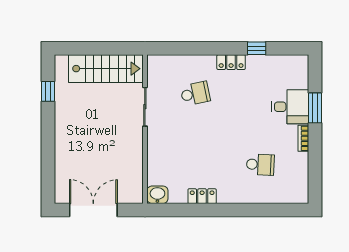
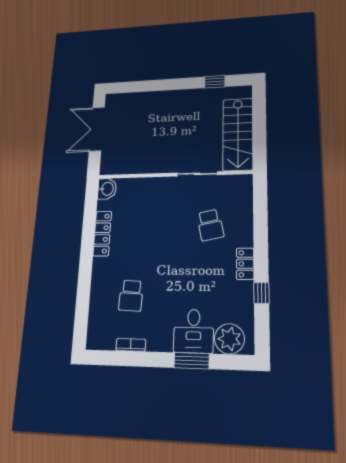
plant: (296, 76) -> (229, 339), added
bookcase: (303, 138) -> (131, 345), moved
locker: (202, 196) -> (102, 234), width x1.53
double door: (93, 210) -> (97, 129), swing flipped

